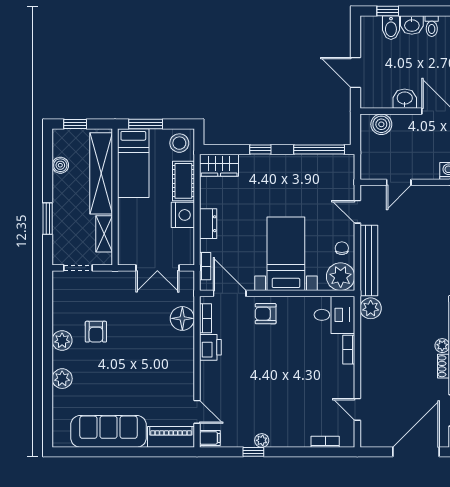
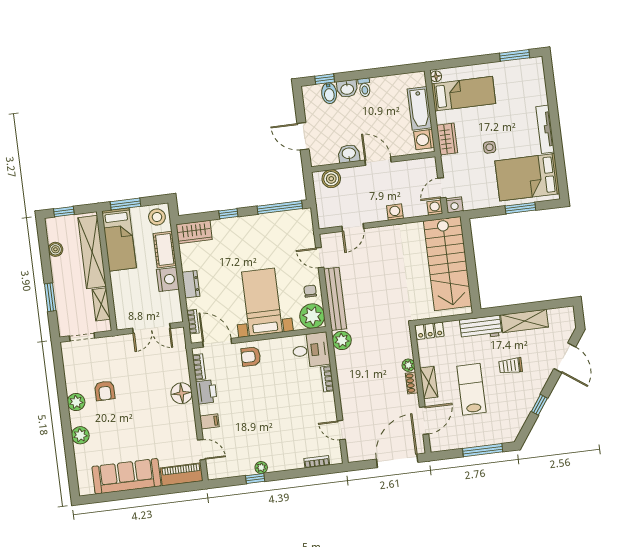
floor lamp: (182, 318) -> (182, 393), moved
filing cabinet: (210, 438) -> (210, 421), moved

